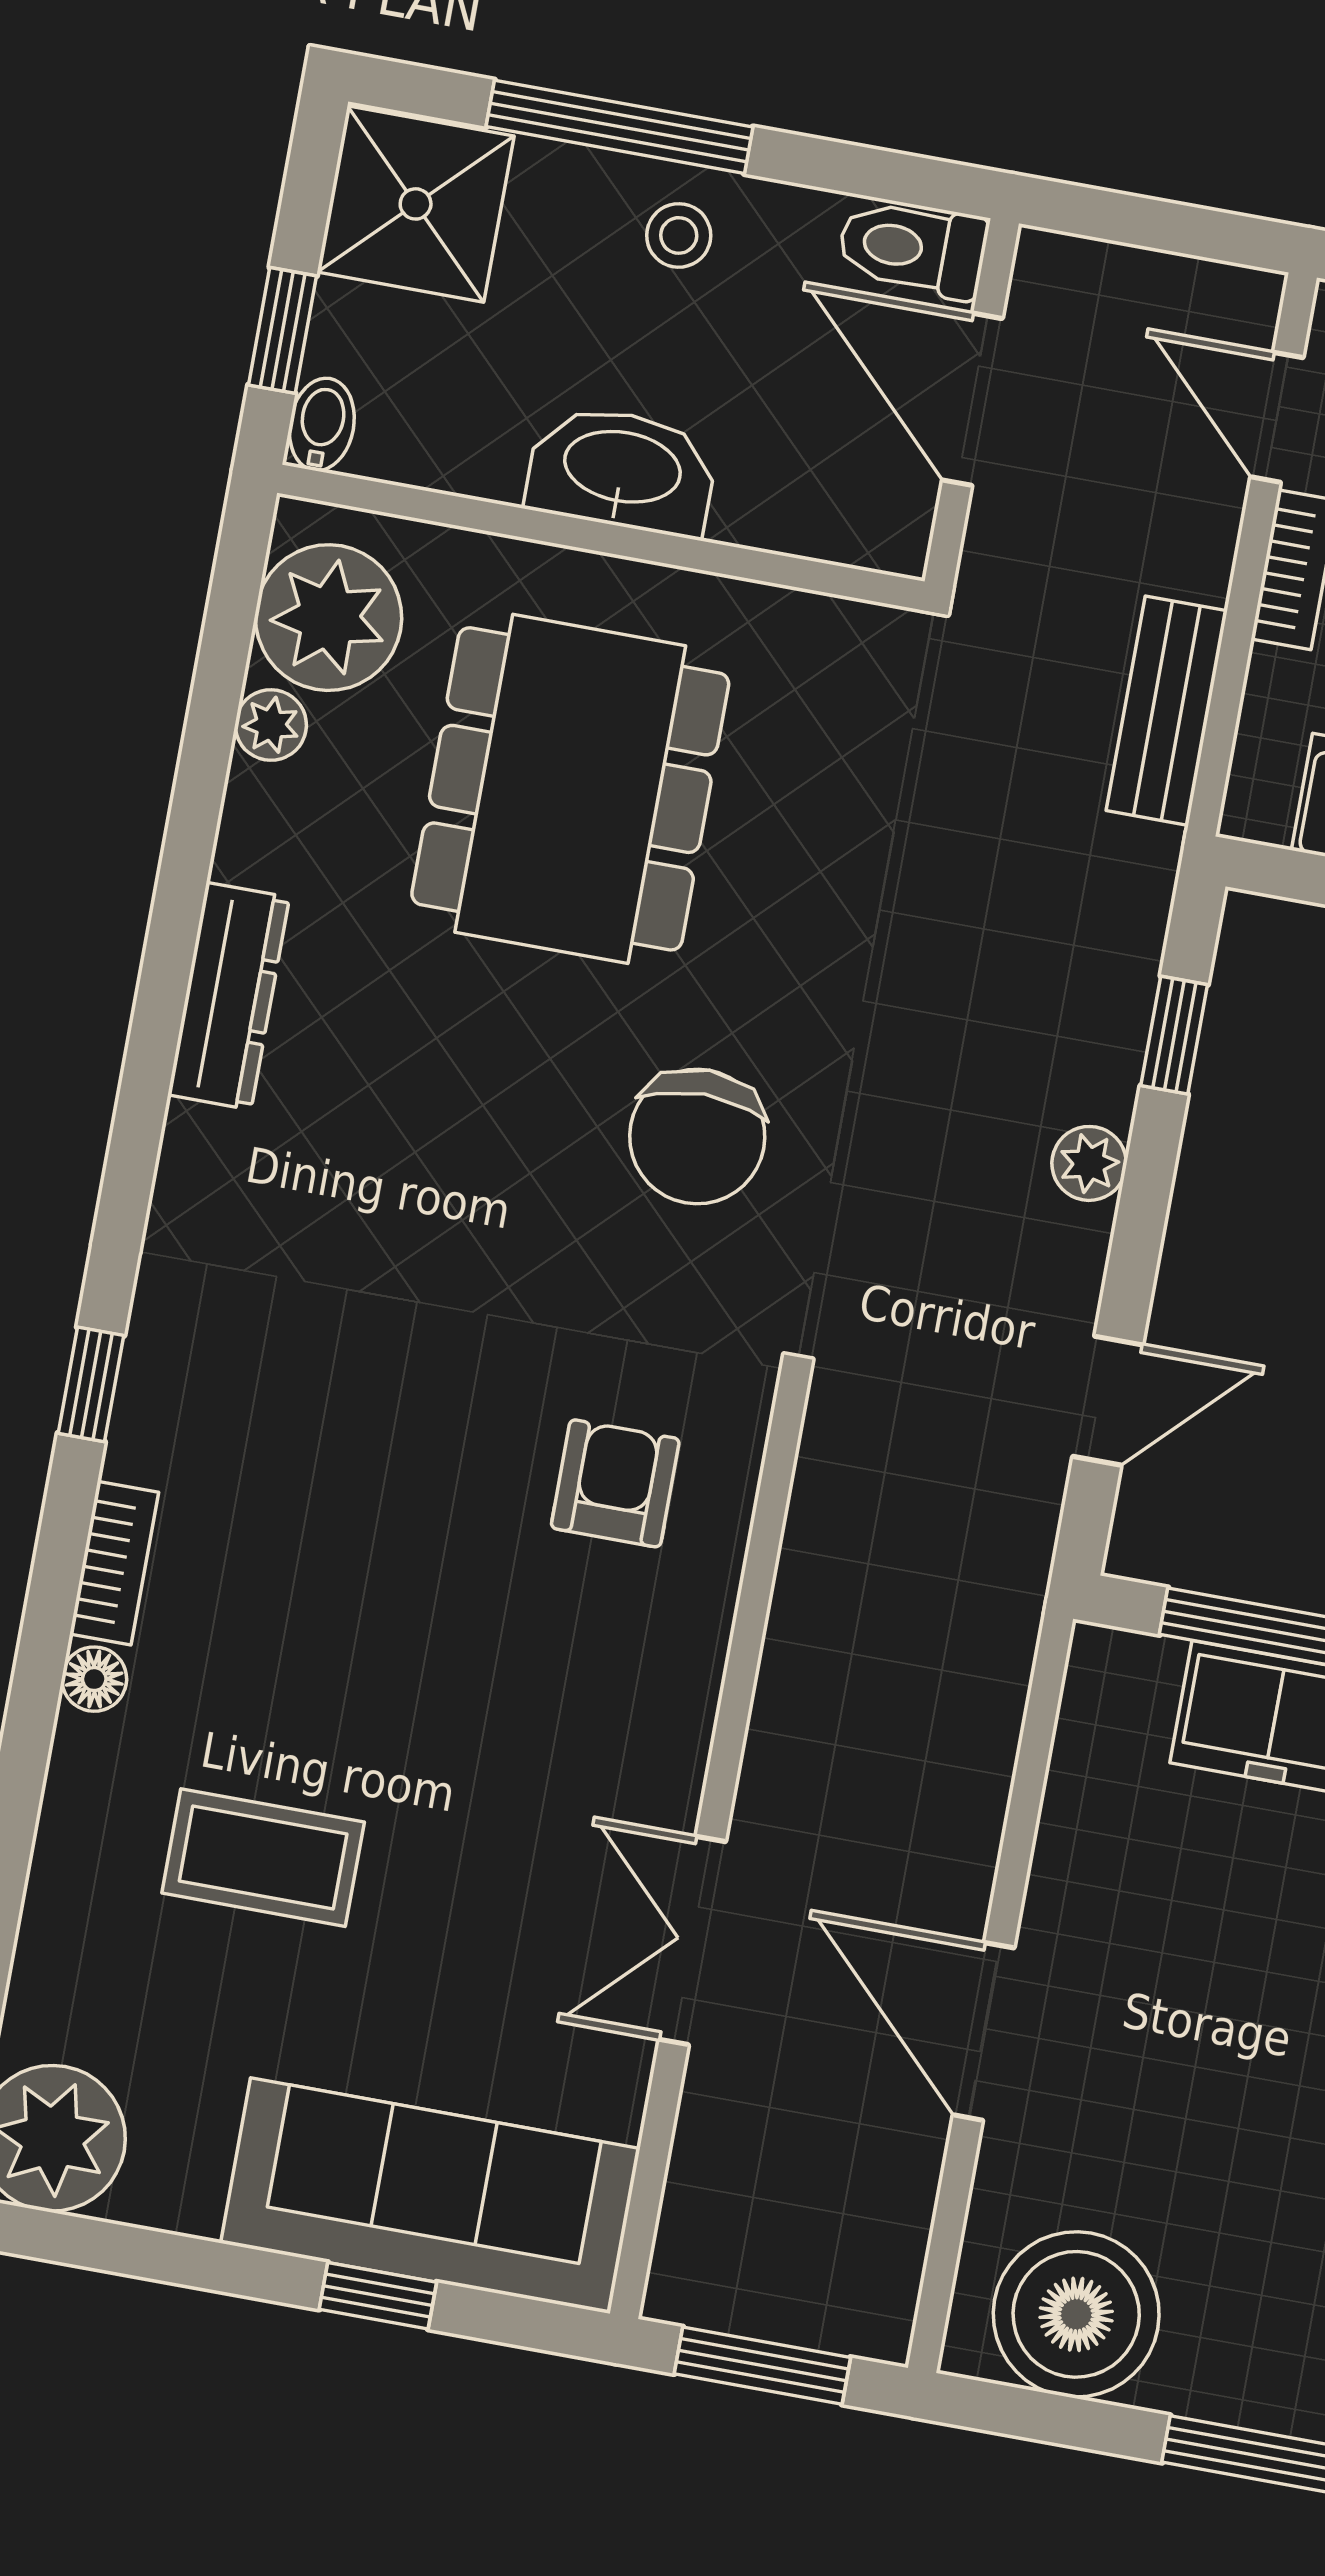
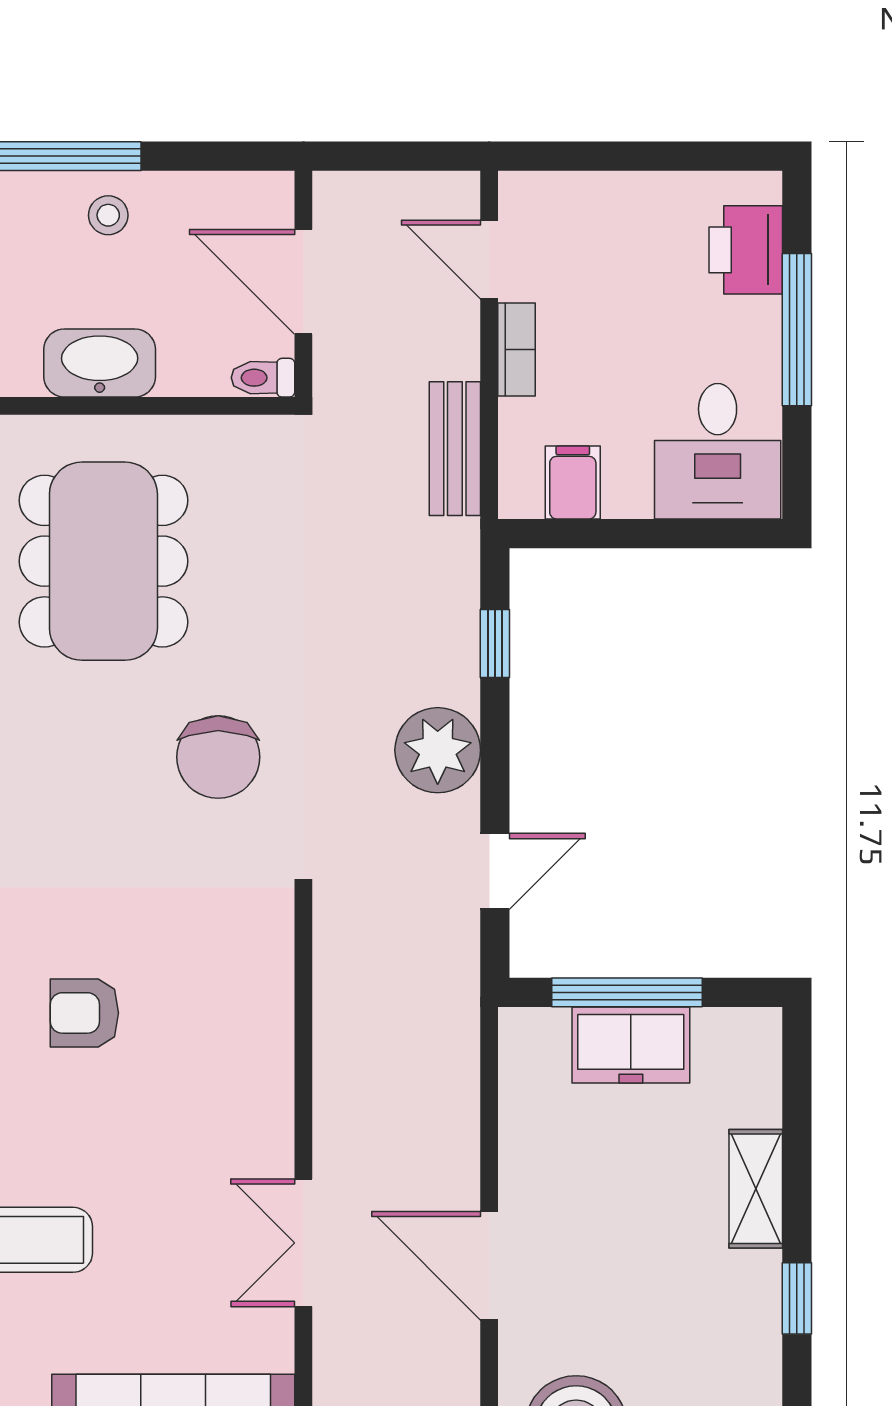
toilet: (913, 248) -> (263, 378), moved, width x0.73, depth x0.72
plant: (1089, 1163) -> (438, 750), width x1.88, depth x1.88
armchair: (615, 1483) -> (84, 1013), moved, turned -90

